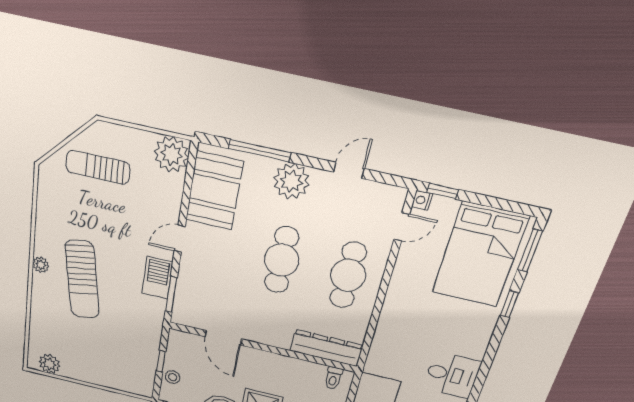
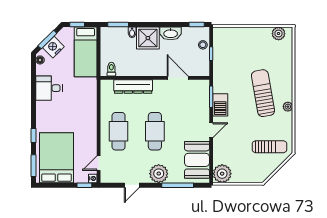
sun lounger: (98, 167) -> (270, 147), moved
plant: (41, 265) -> (288, 107), moved
dresser: (326, 348) -> (133, 87), moved

